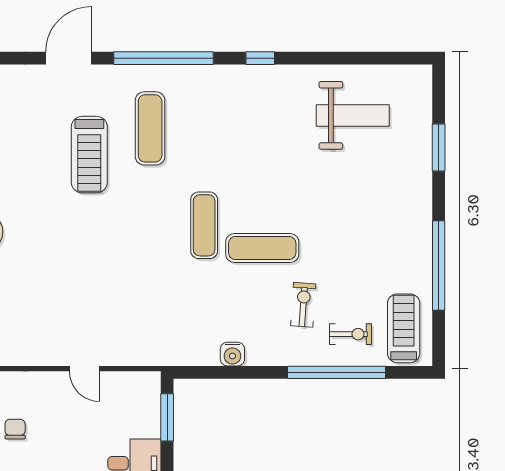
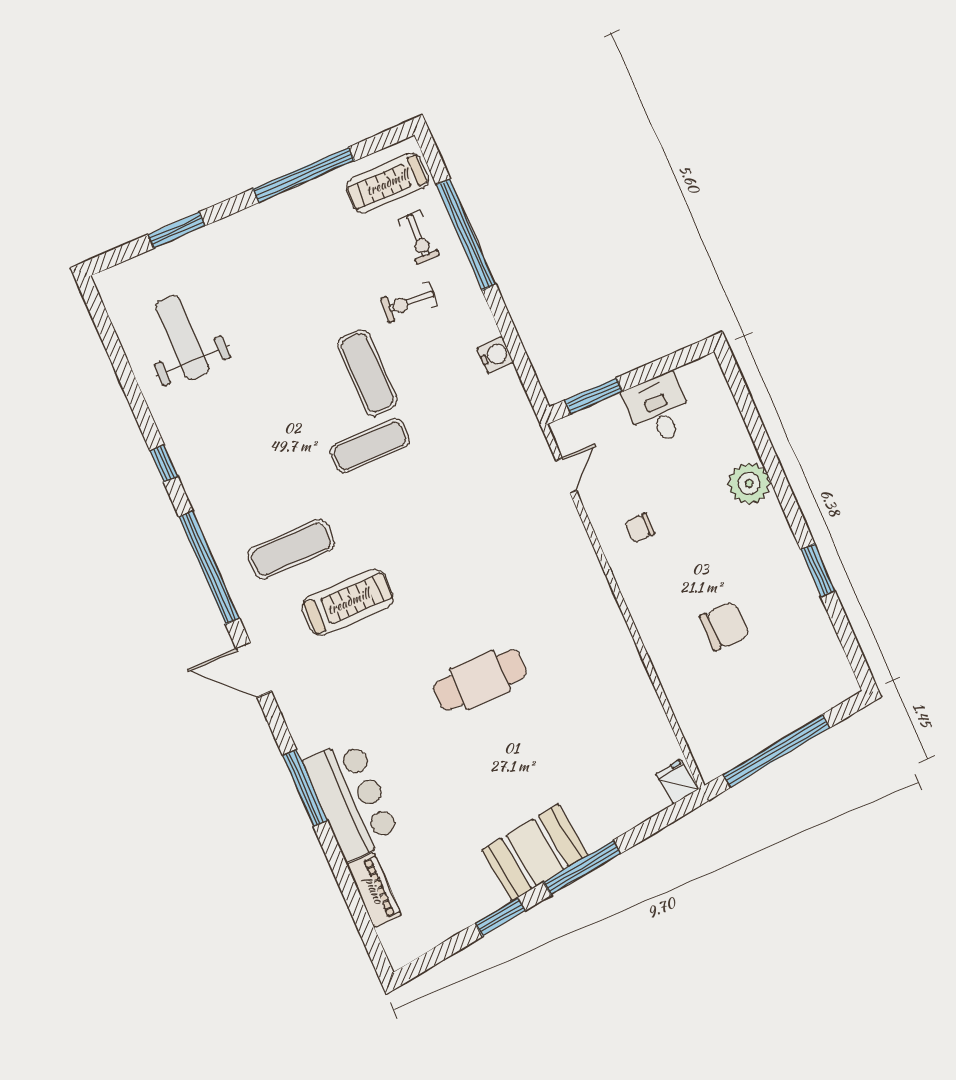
exercise bike: (350, 334) -> (418, 238), turned 180
door: (84, 369) -> (566, 475), moved
chair: (15, 429) -> (640, 528), moved

